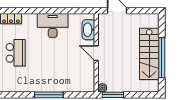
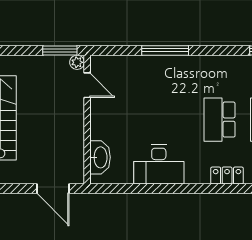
door: (96, 53) -> (87, 85), moved

